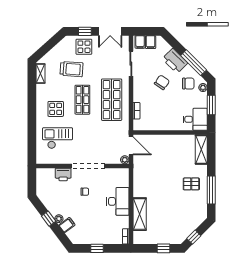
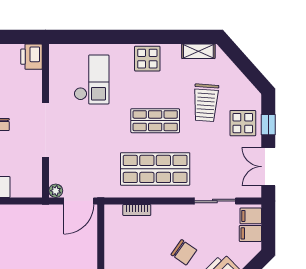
display table: (56, 109) -> (147, 59), moved
printer: (63, 174) -> (31, 57), moved

